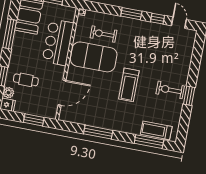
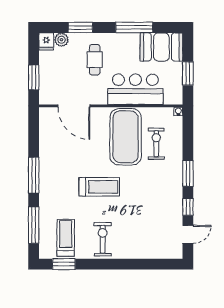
cafe table: (26, 80) -> (95, 60), moved
treadmill: (129, 85) -> (99, 187), turned 180
window: (189, 96) -> (64, 264), moved
treadmill: (156, 130) -> (66, 238), moved
window: (98, 132) -> (34, 175), moved

